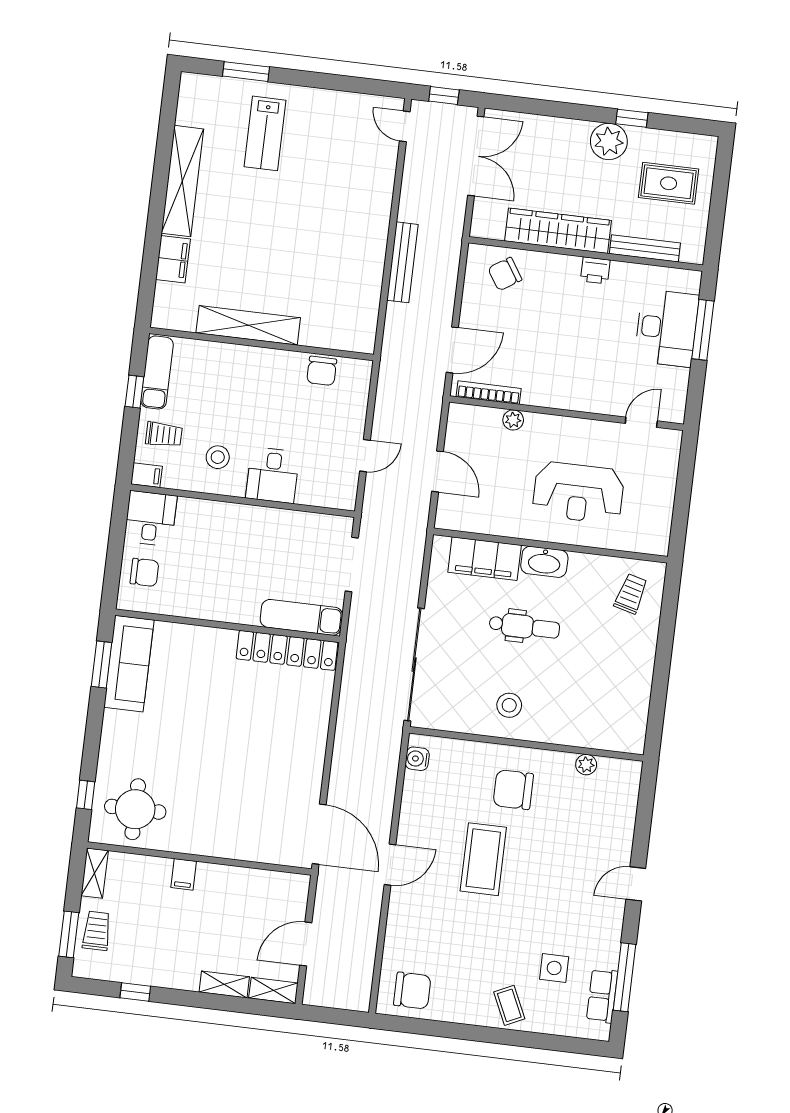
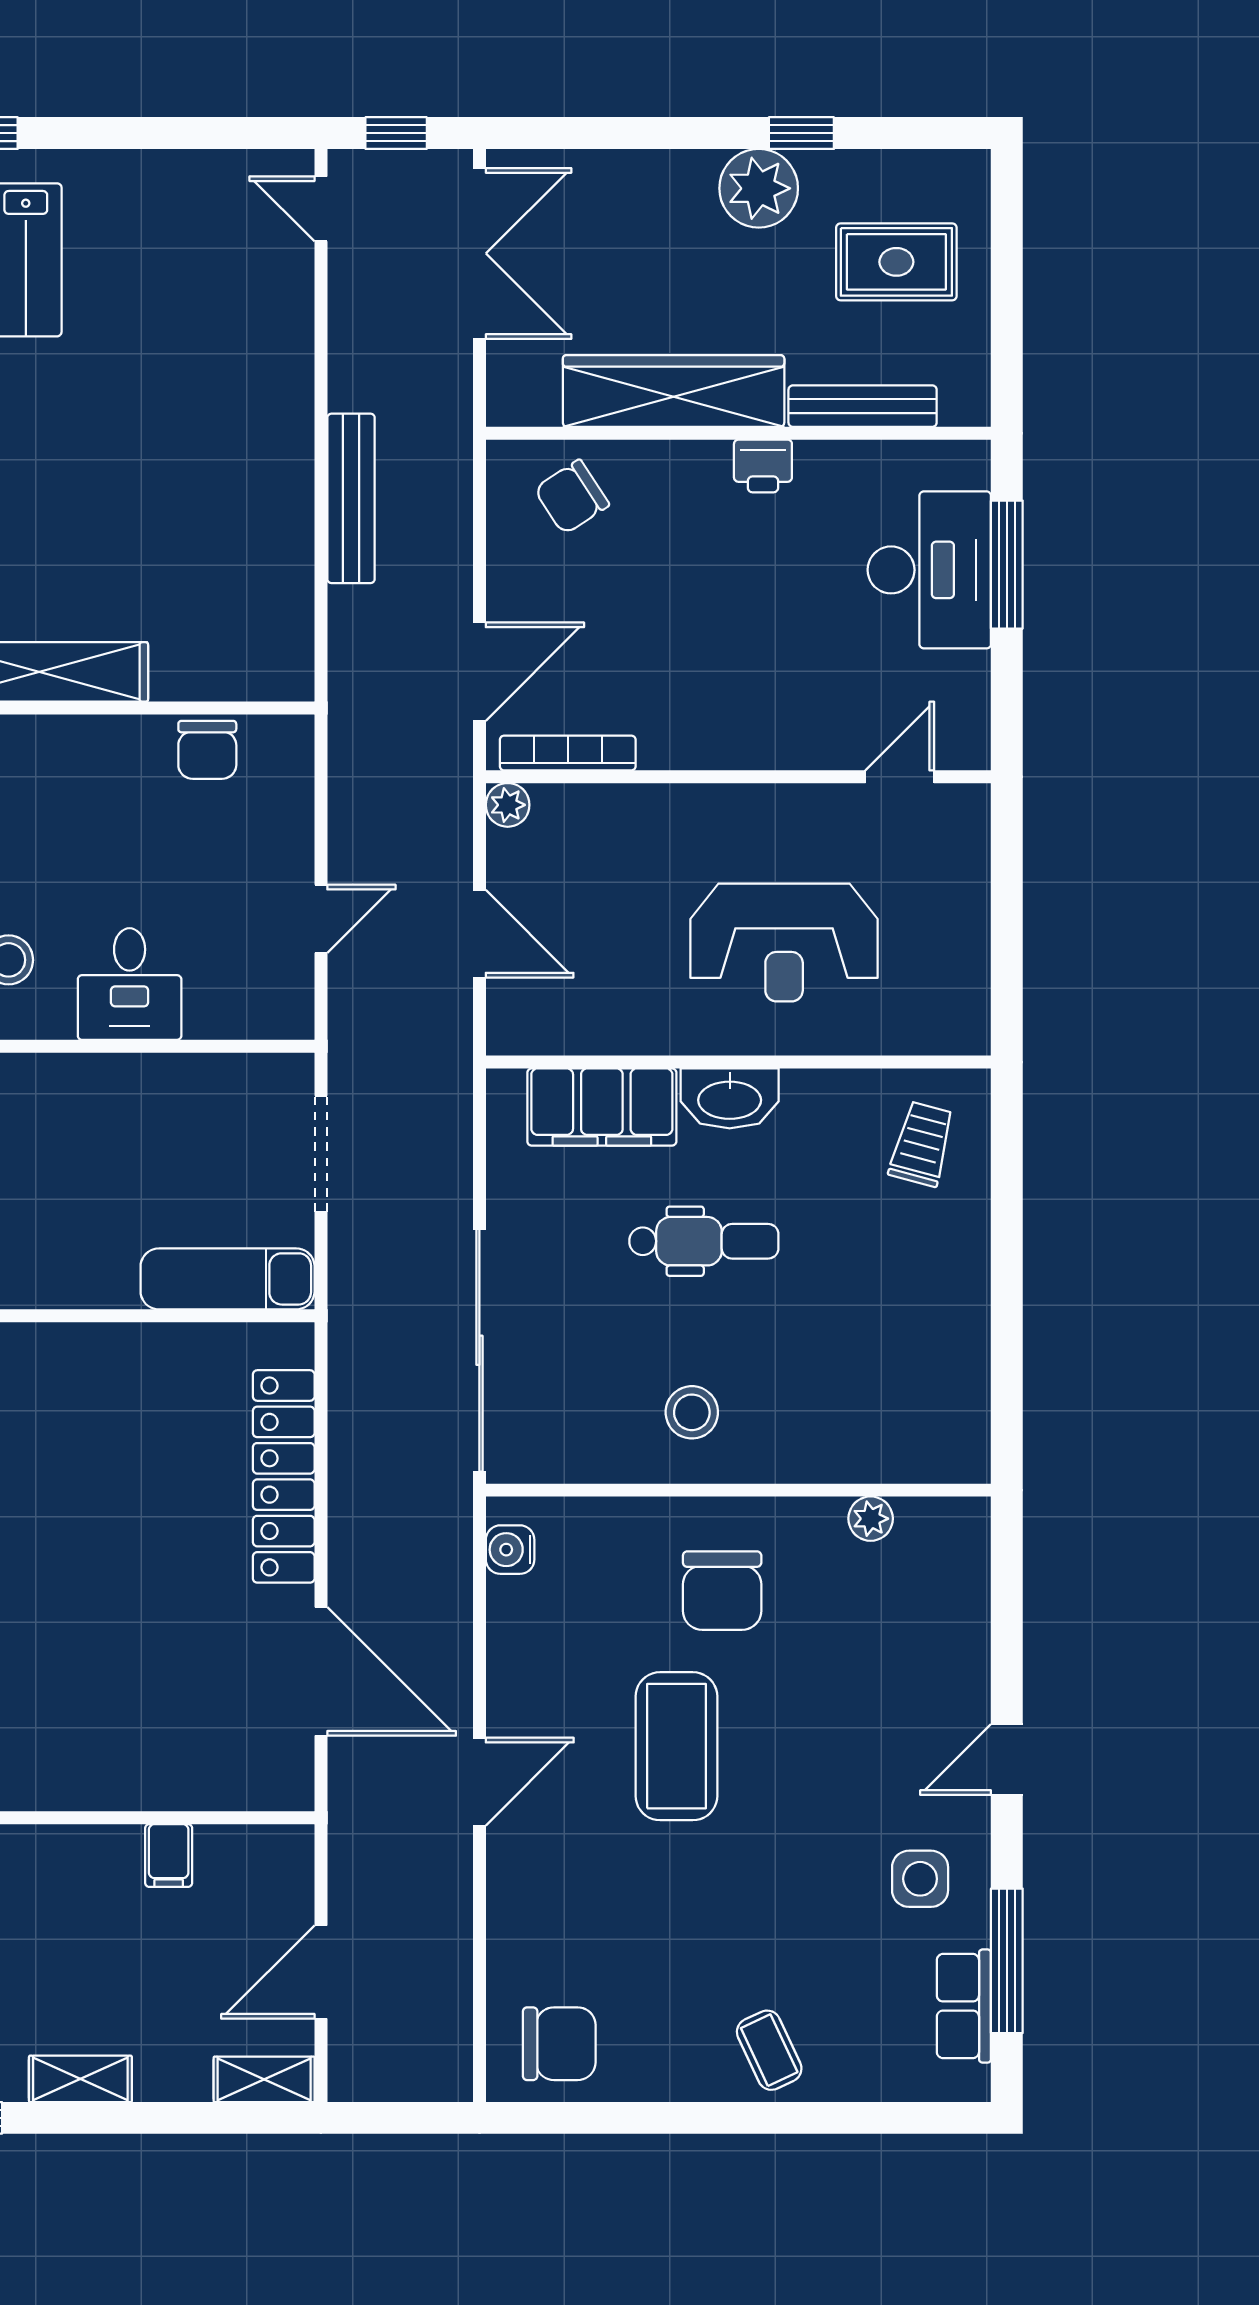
plant: (513, 420) -> (508, 805), moved
locker: (287, 650) -> (284, 1476), moved, turned 90
chair: (513, 790) -> (722, 1591), turned -90
door: (319, 834) -> (321, 1671), moved
filing cabinet: (184, 874) -> (169, 1856), moved
side table: (554, 968) -> (920, 1879), moved
shelving: (224, 984) -> (80, 2079), moved

